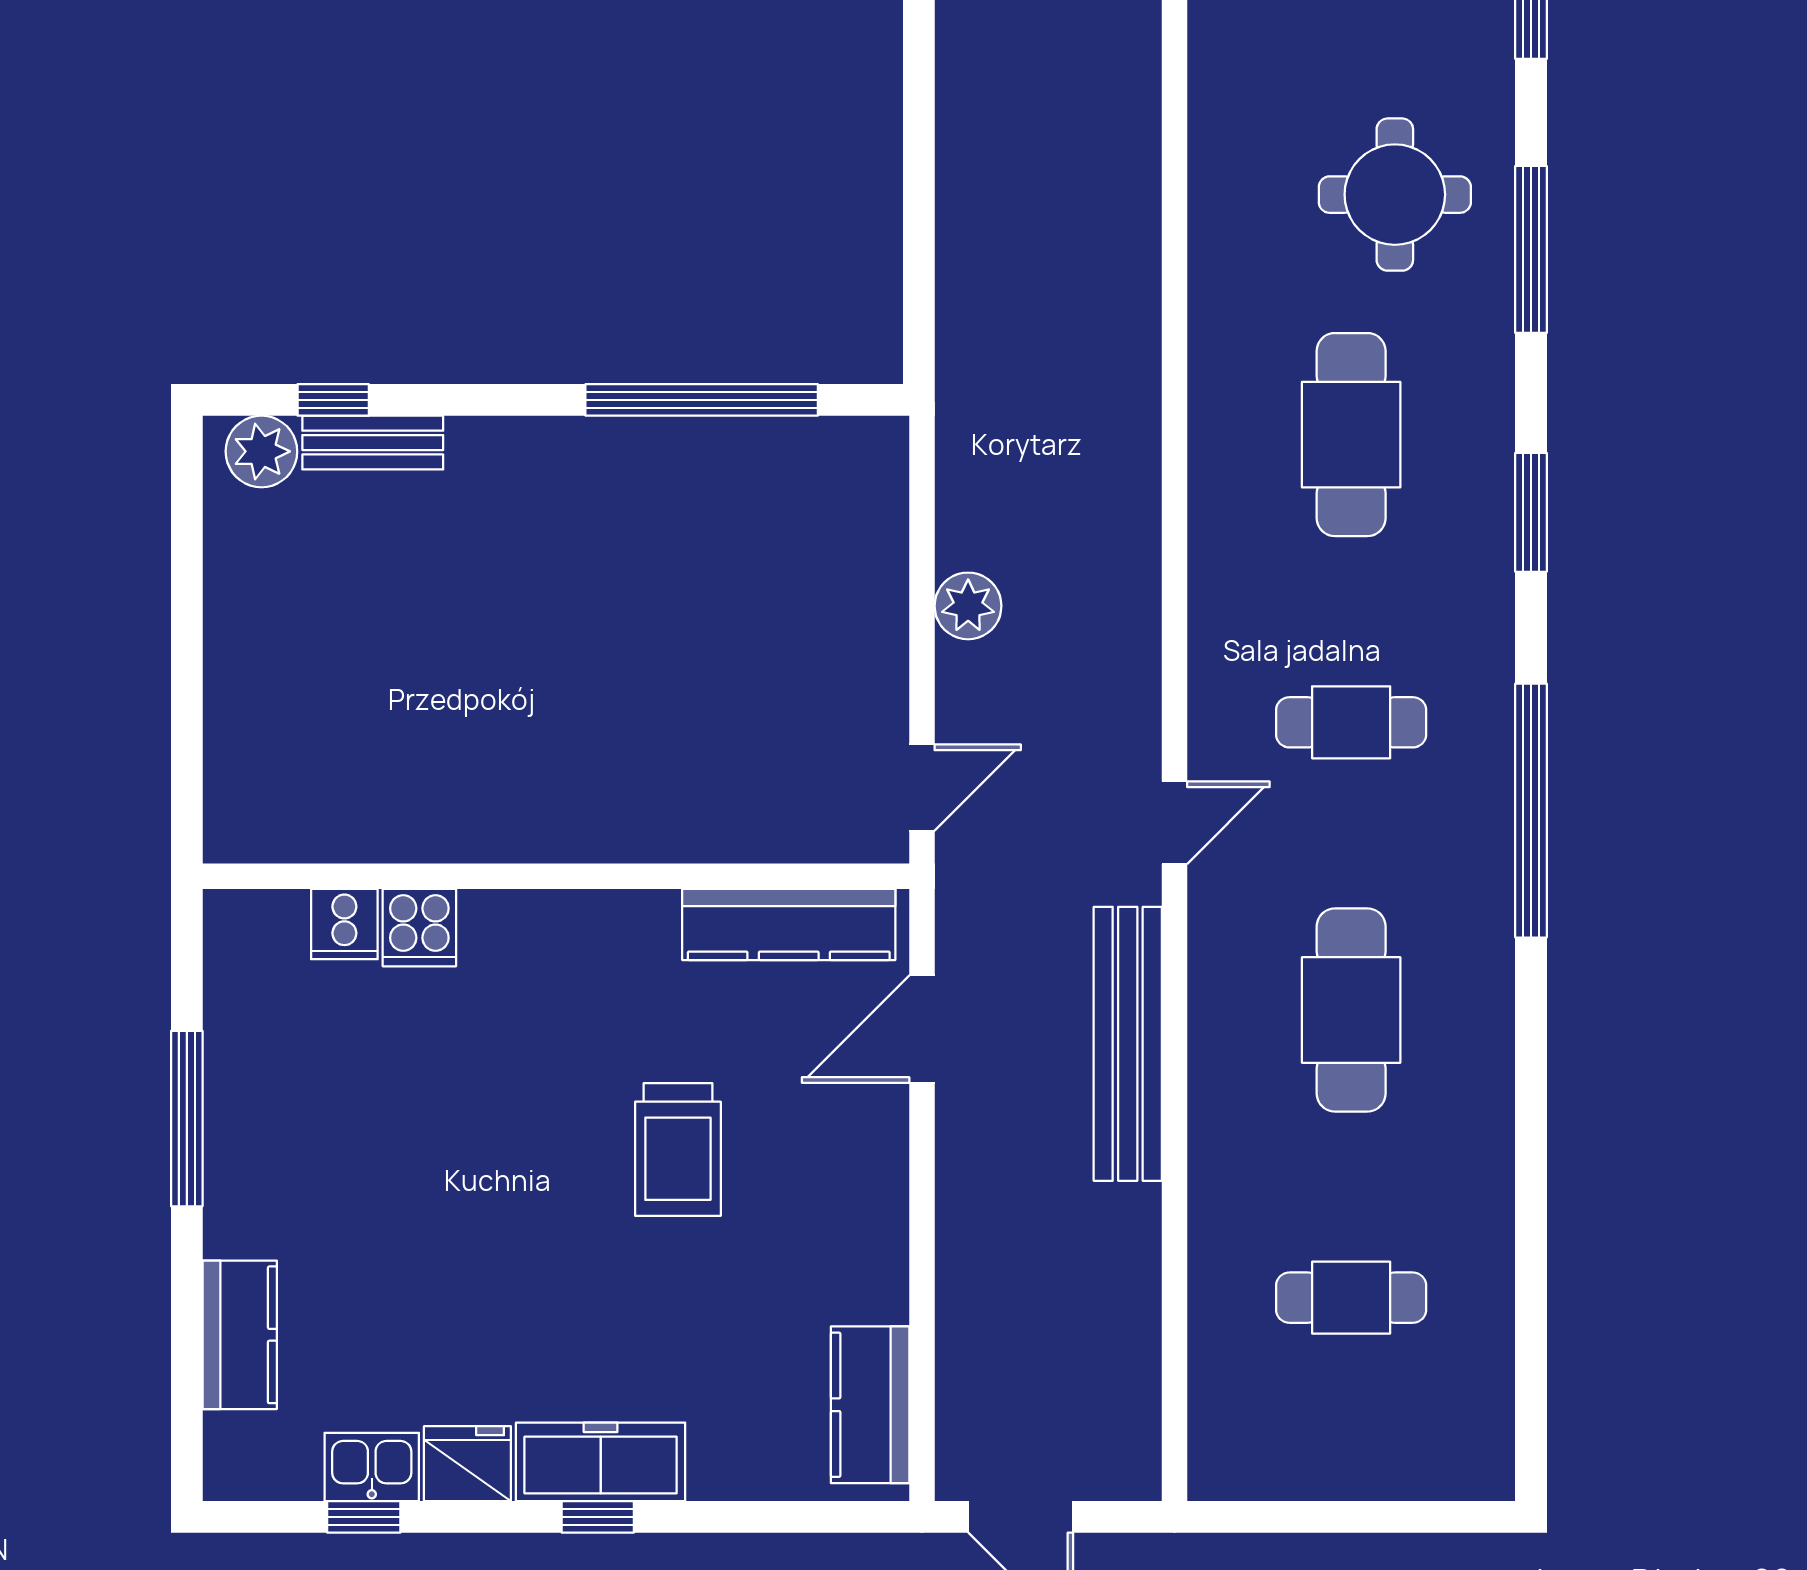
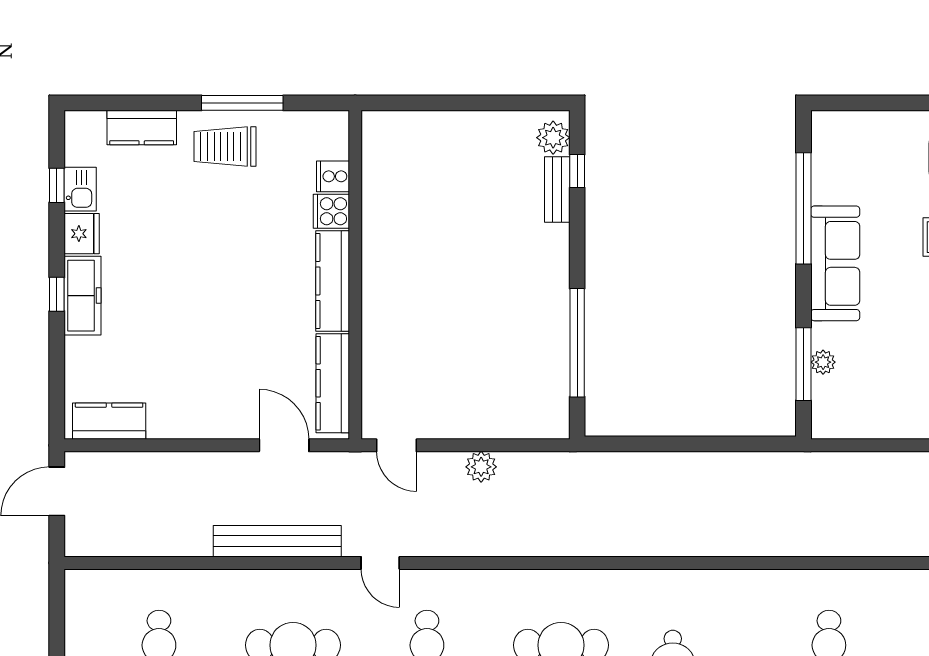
kitchen counter: (569, 925) -> (333, 281), added
trolley: (678, 1149) -> (225, 146), moved

